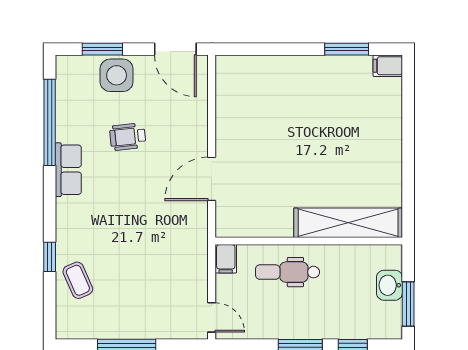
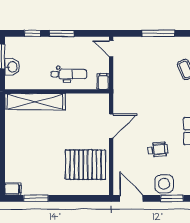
pallet: (258, 109) -> (86, 165), added

